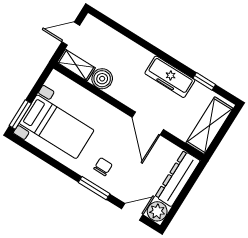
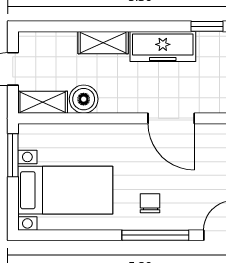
shelving: (135, 52) -> (103, 43), added
window: (20, 114) -> (13, 155), moved
window: (94, 188) -> (155, 235), width x1.44

